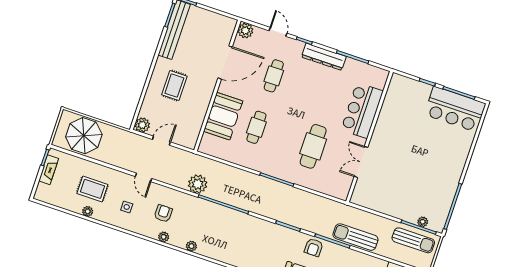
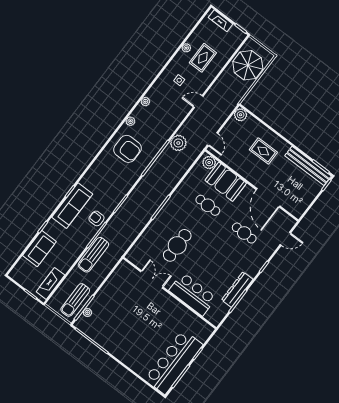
plant: (245, 31) -> (209, 163), moved
door: (278, 32) -> (285, 239), moved
dresser: (324, 57) -> (237, 290), moved
bar counter: (455, 109) -> (174, 362), width x1.36
door: (161, 141) -> (213, 139), moved
cafe table: (313, 146) -> (177, 245), turned 90
fireplace: (49, 170) -> (221, 21), moved
armchair: (163, 213) -> (128, 149), moved, width x1.88, depth x1.88
sun lounger: (356, 237) -> (93, 255), turned 180

